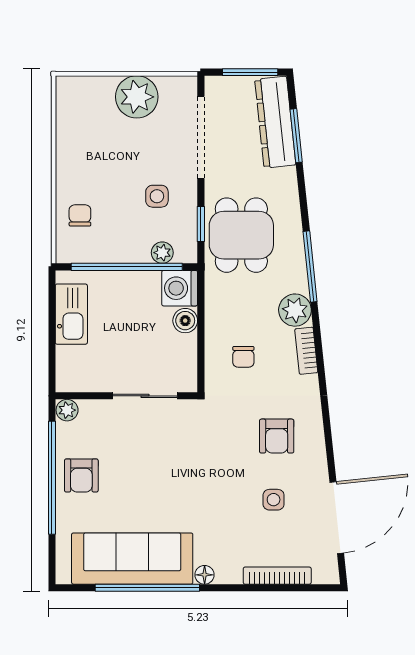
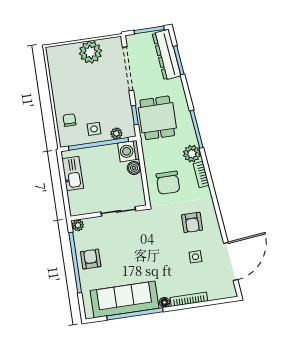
side table: (157, 196) -> (94, 129), moved
chair: (243, 357) -> (168, 183), width x1.87, depth x1.87
armchair: (81, 475) -> (91, 259), turned 180
bookcase: (277, 576) -> (189, 299), moved

